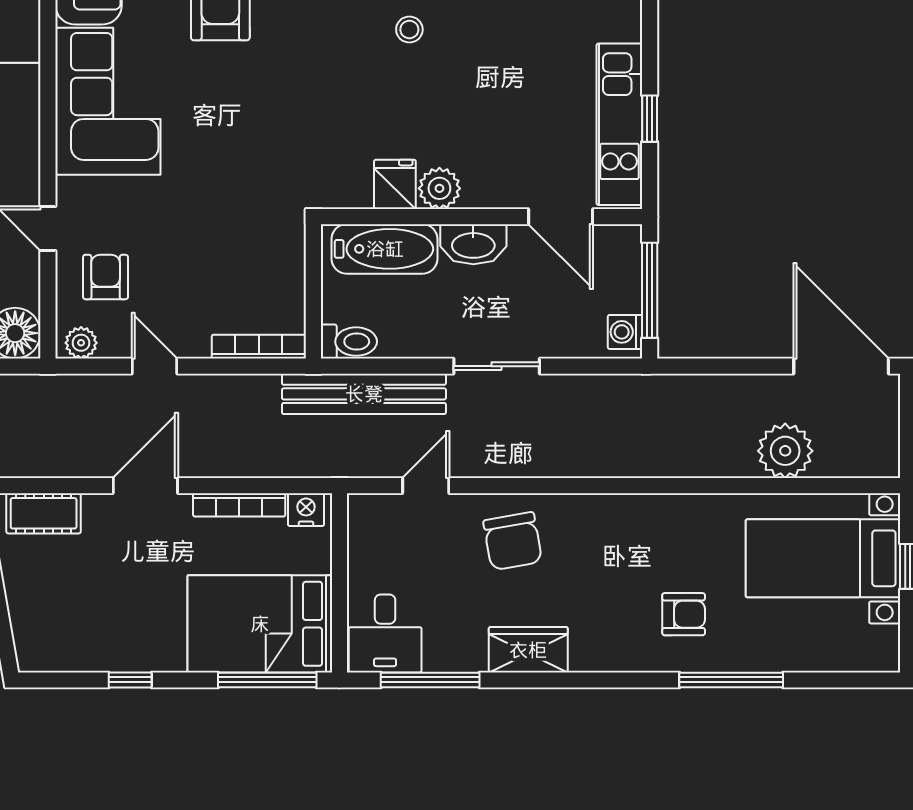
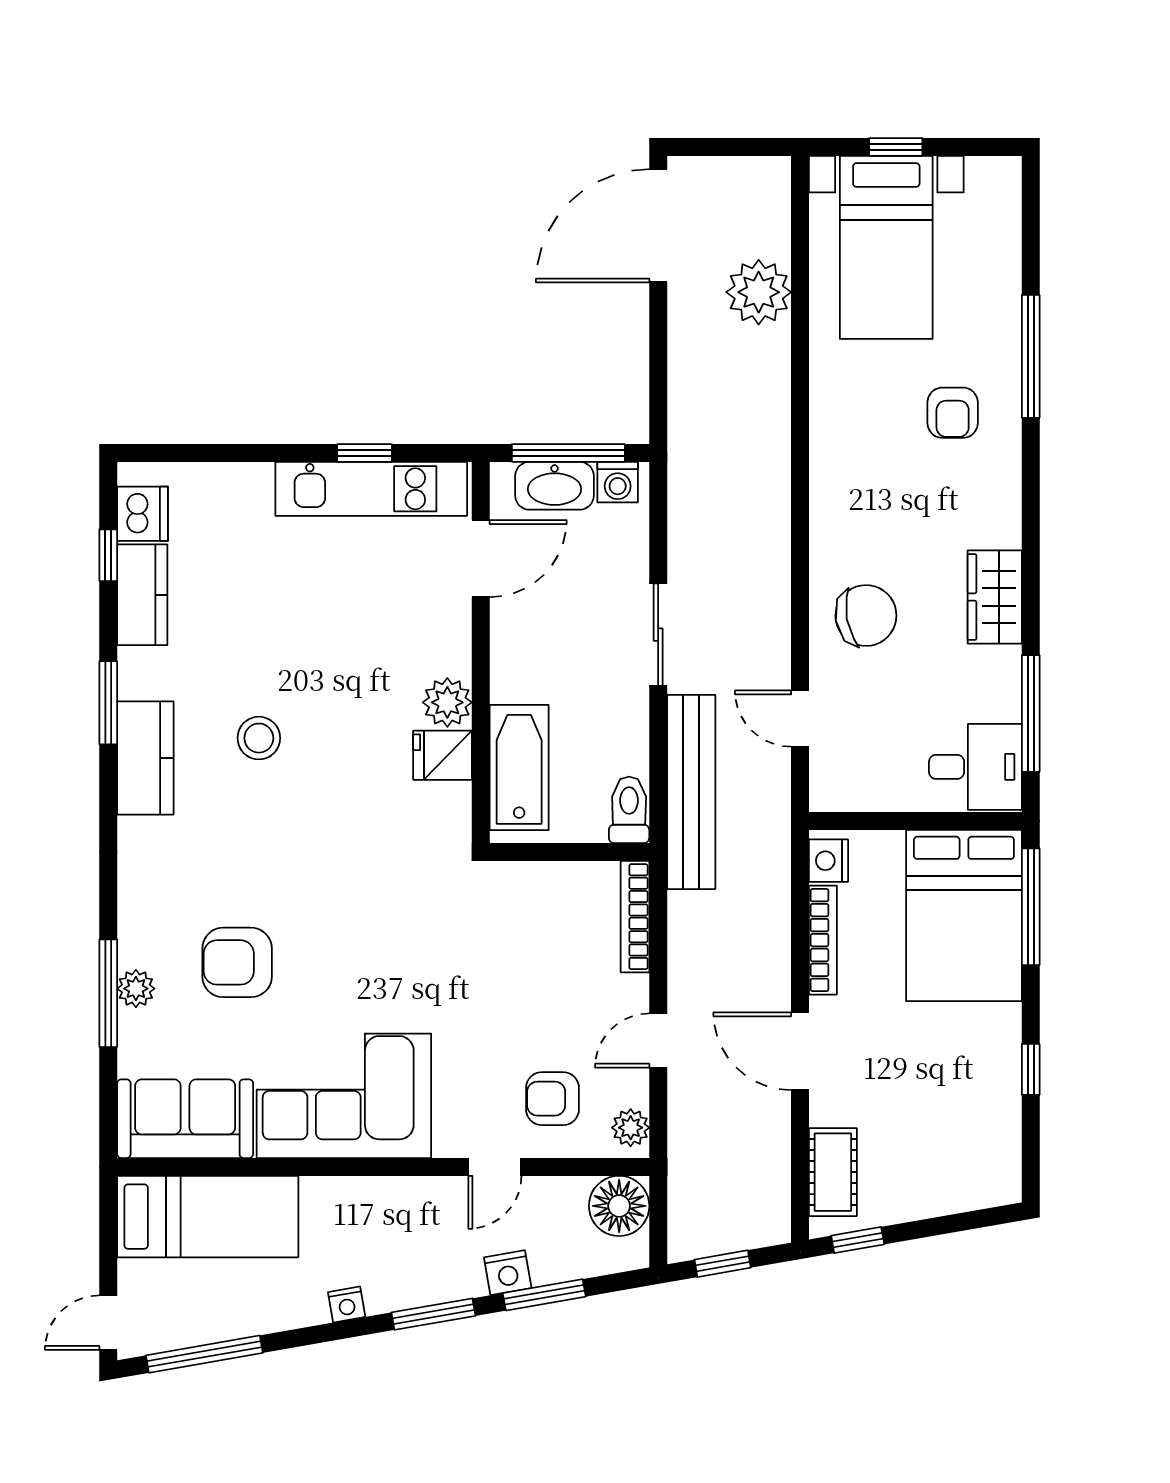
stool: (409, 30) -> (259, 738), width x1.37, depth x1.37
washbasin: (473, 244) -> (555, 486), moved, turned 90
armchair: (684, 614) -> (953, 413), turned 180

